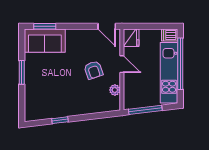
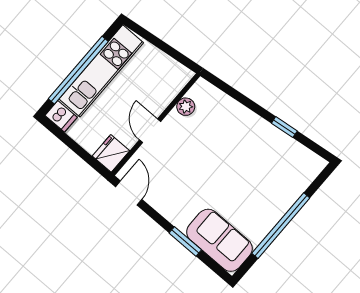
window: (45, 26) -> (185, 241), moved
armchair: (93, 70) -> (191, 153), removed
window: (22, 72) -> (281, 226), width x2.11
window: (145, 110) -> (169, 50), removed

